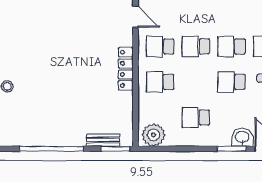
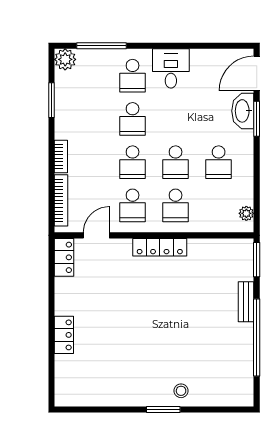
school desk: (232, 82) -> (176, 162), moved
plant: (154, 135) -> (246, 213), width x0.53, depth x0.53
washbasin: (242, 137) -> (243, 111), width x1.38
bench: (103, 140) -> (246, 302), moved

